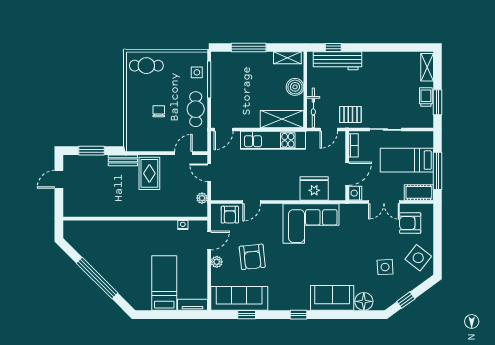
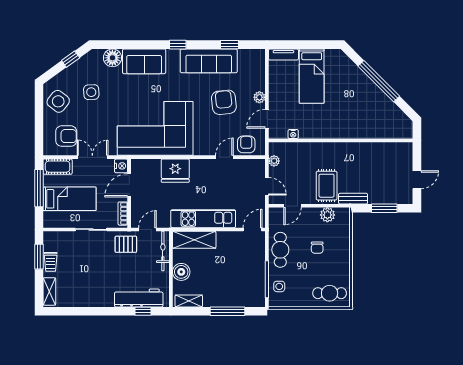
plant: (148, 144) -> (327, 215), added
fridge: (314, 188) -> (175, 171), moved
corner sofa: (311, 223) -> (155, 128), width x1.36, depth x1.36
sofa: (239, 298) -> (209, 61), moved

